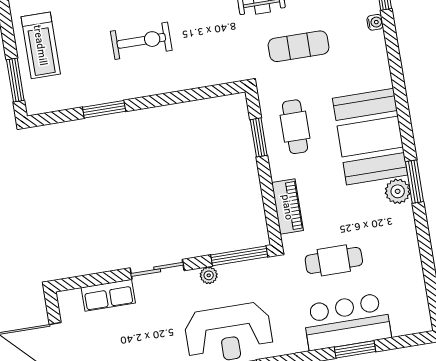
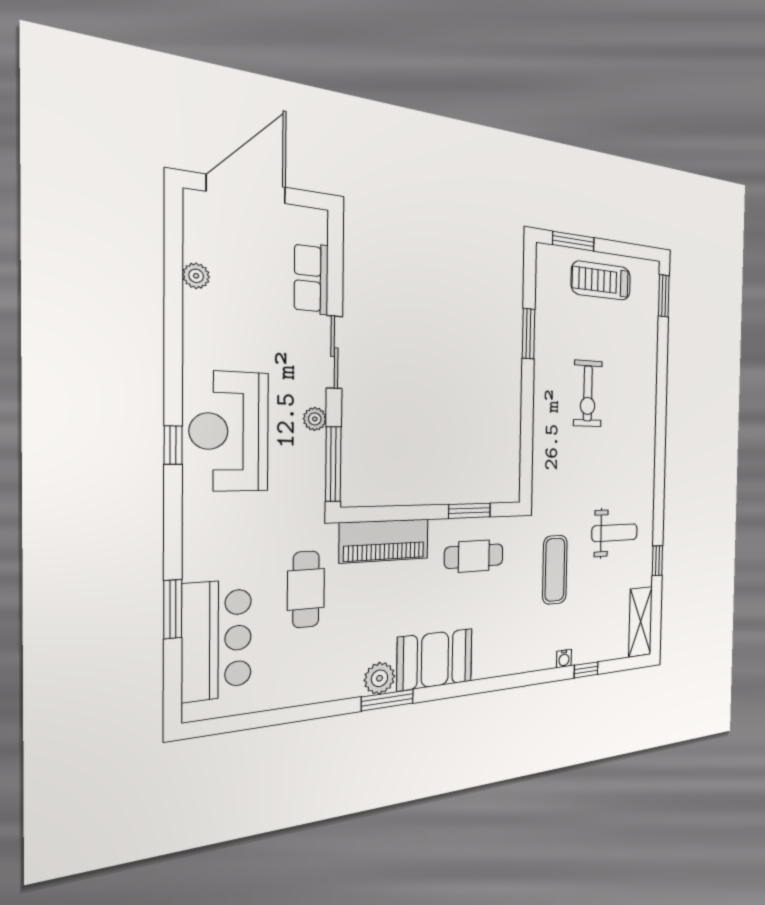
booth: (370, 137) -> (435, 659), width x0.73, depth x0.70
piano: (288, 207) -> (384, 541), width x1.37, depth x1.33
bar counter: (347, 322) -> (217, 640), moved

